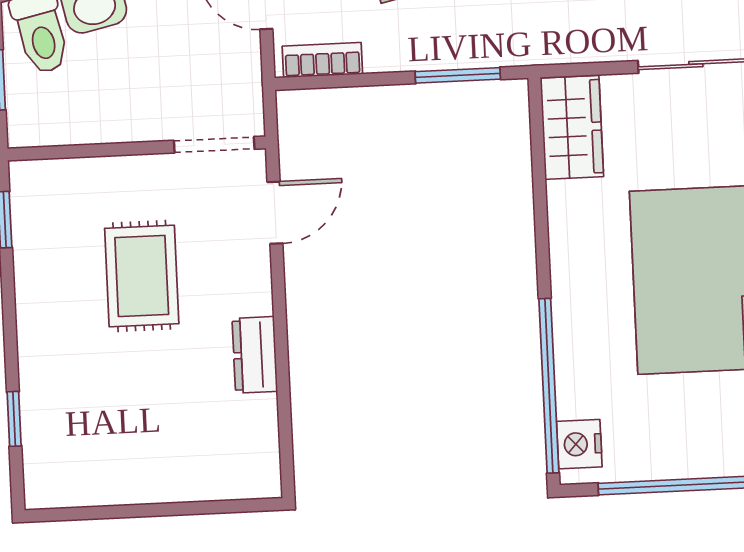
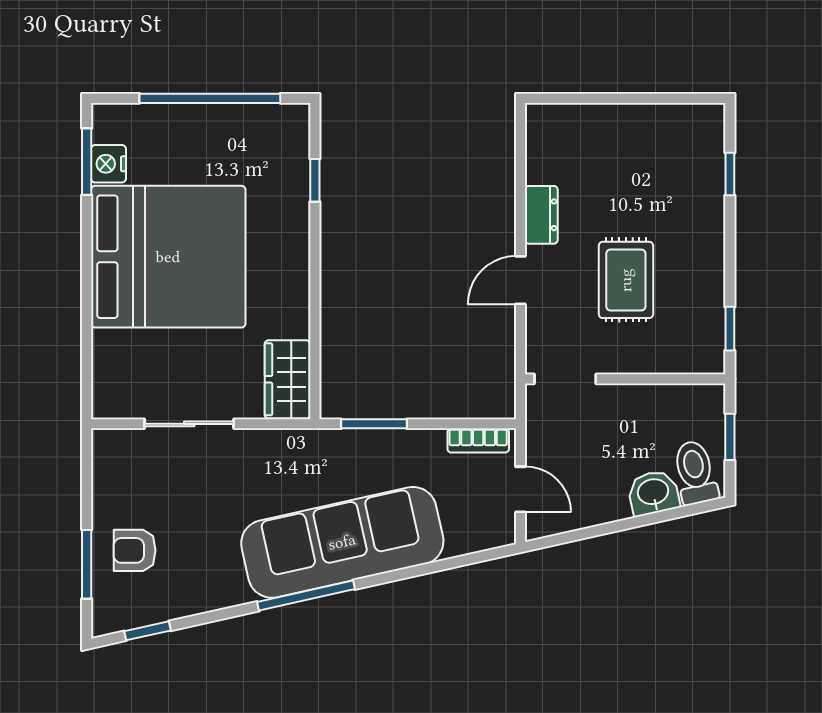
door: (275, 213) -> (520, 280), moved
window: (549, 386) -> (315, 180), width x0.32
nightstand: (579, 444) -> (293, 134), removed

